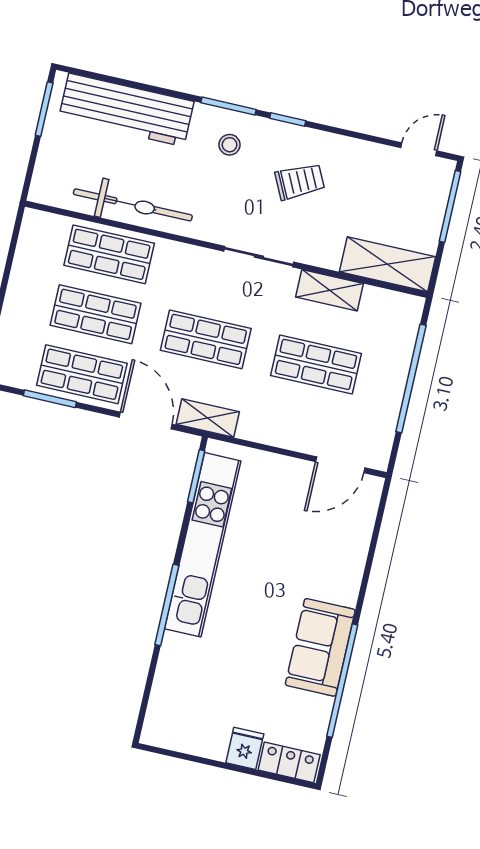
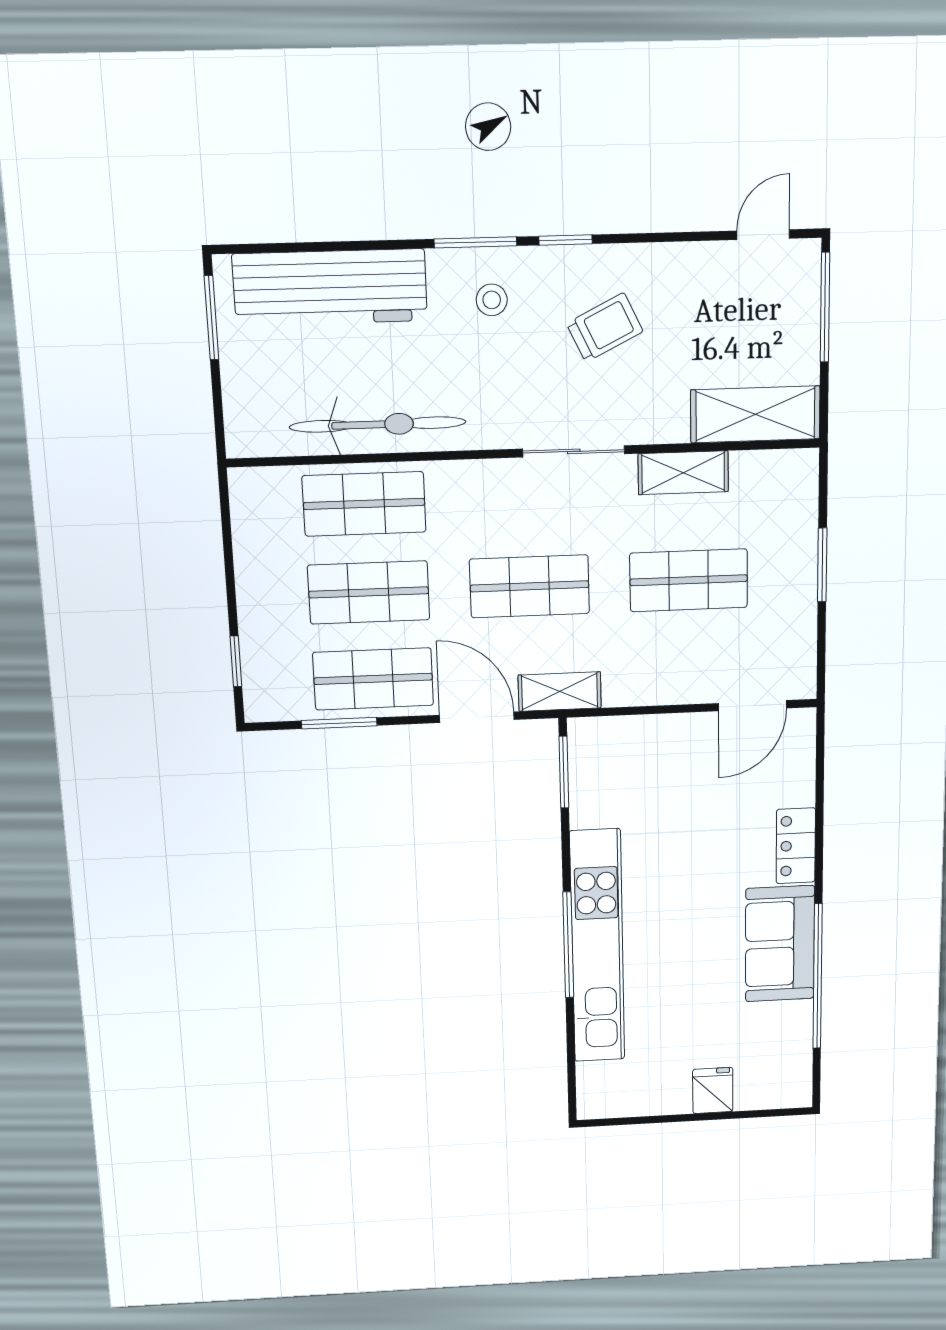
window: (411, 379) -> (822, 565), width x0.47
kitchen unit: (203, 545) -> (597, 947), moved
locker: (289, 762) -> (796, 846), moved, turned -90

